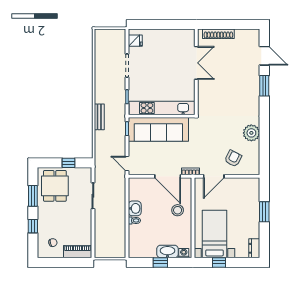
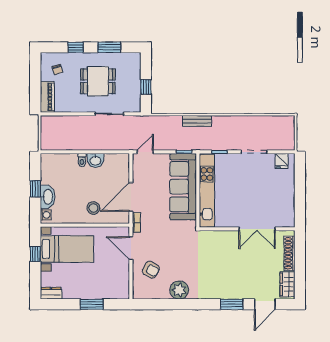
wardrobe: (246, 35) -> (287, 284), added
dining table: (55, 186) -> (98, 81), moved

